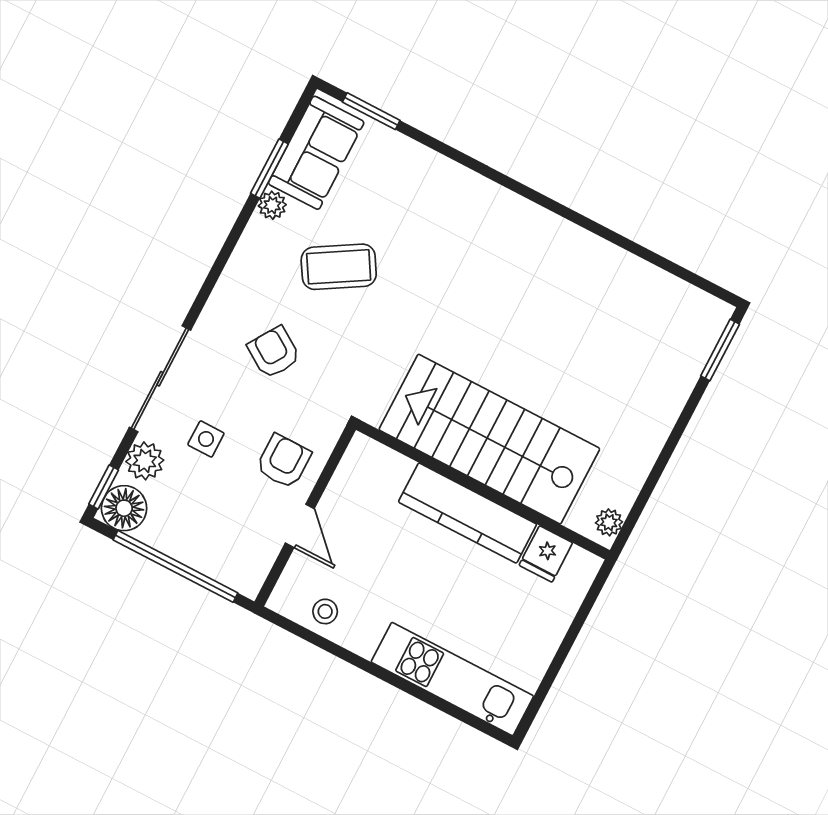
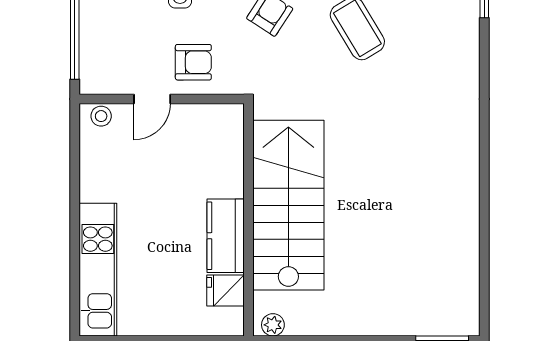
kitchen counter: (468, 513) -> (226, 236), width x0.67
stool: (325, 611) -> (101, 116), moved

